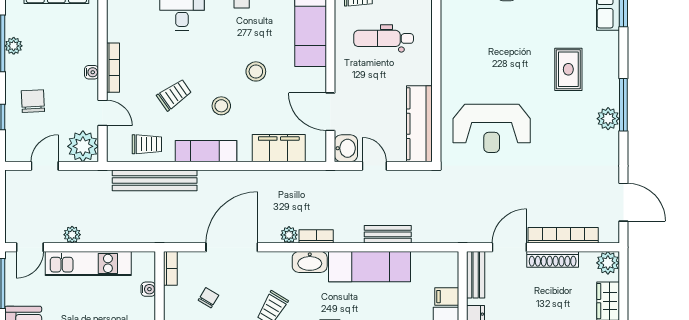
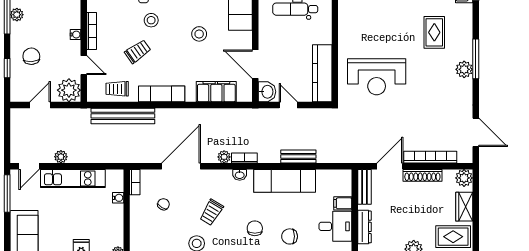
stool: (221, 106) -> (151, 20), moved
trolley: (147, 144) -> (117, 89), turned 180
washbasin: (310, 262) -> (240, 175), width x0.52, depth x0.69

